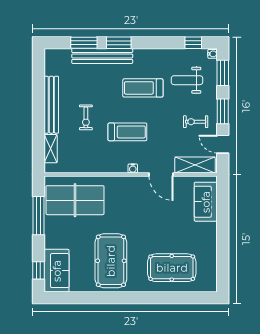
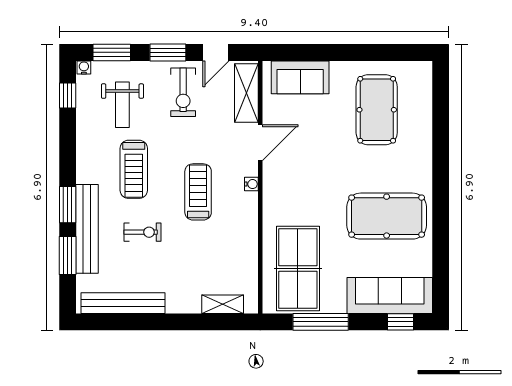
bench: (51, 105) -> (123, 303), moved
exercise bike: (86, 117) -> (142, 232), moved
exercise bike: (196, 122) -> (183, 92), width x1.38, depth x1.39
pool table: (172, 268) -> (377, 110), moved
sofa: (57, 271) -> (390, 295), width x1.36

